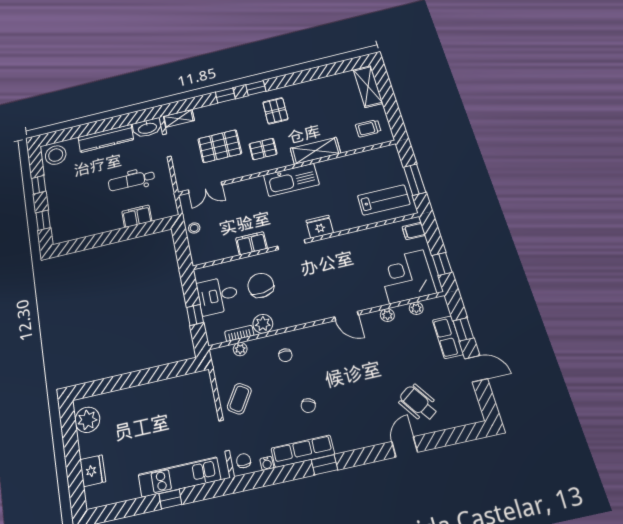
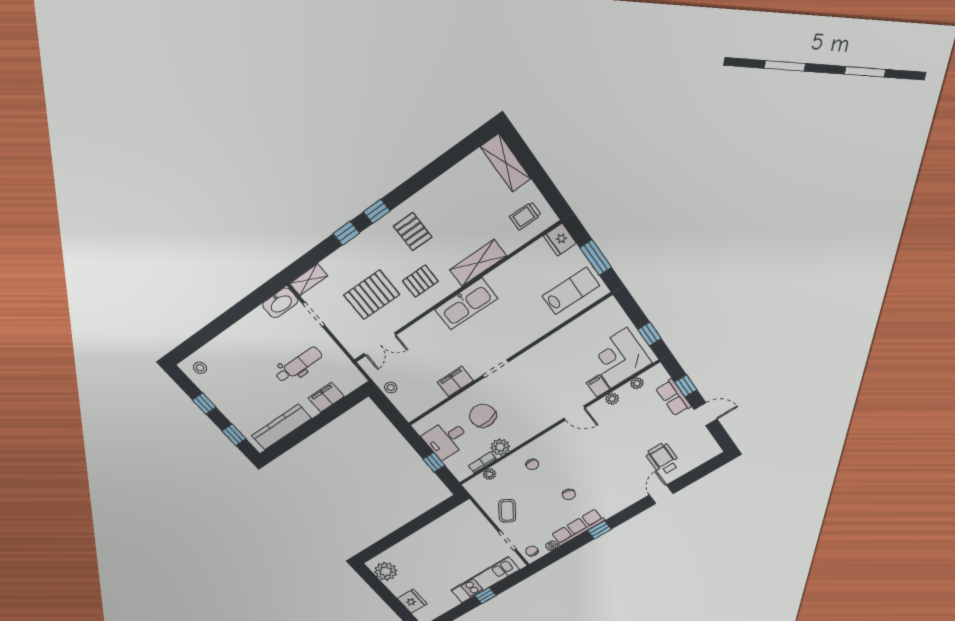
kitchen counter: (106, 138) -> (281, 427), moved, turned 180
stool: (56, 155) -> (200, 368), width x0.53, depth x0.53
dental chair: (131, 180) -> (299, 365), turned 180
fridge: (320, 227) -> (560, 240), moved, turned -90
filing cabinet: (414, 231) -> (598, 386), moved, turned 90
wheelchair: (419, 403) -> (663, 459), turned 35

